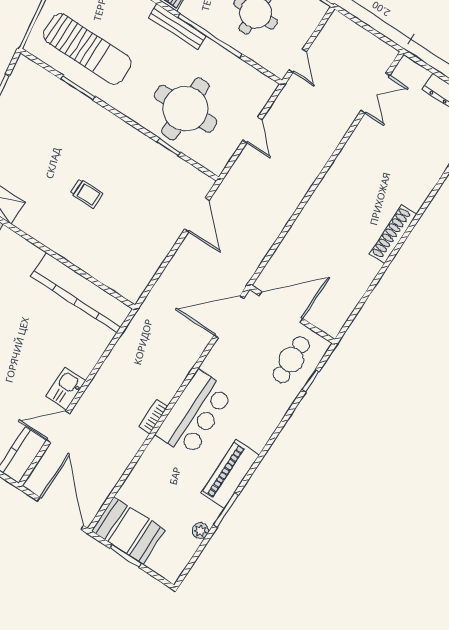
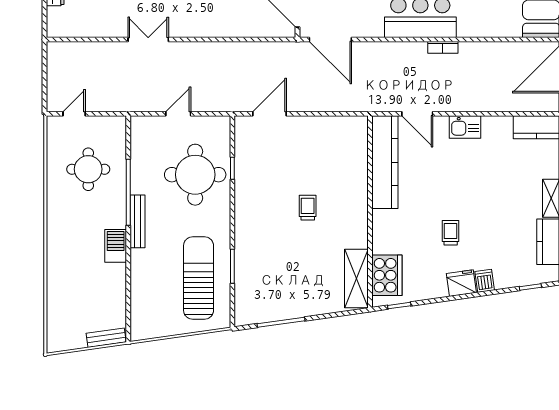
door: (298, 61) -> (74, 114), moved
double door: (375, 93) -> (148, 39), moved
door: (58, 427) -> (417, 114), moved

